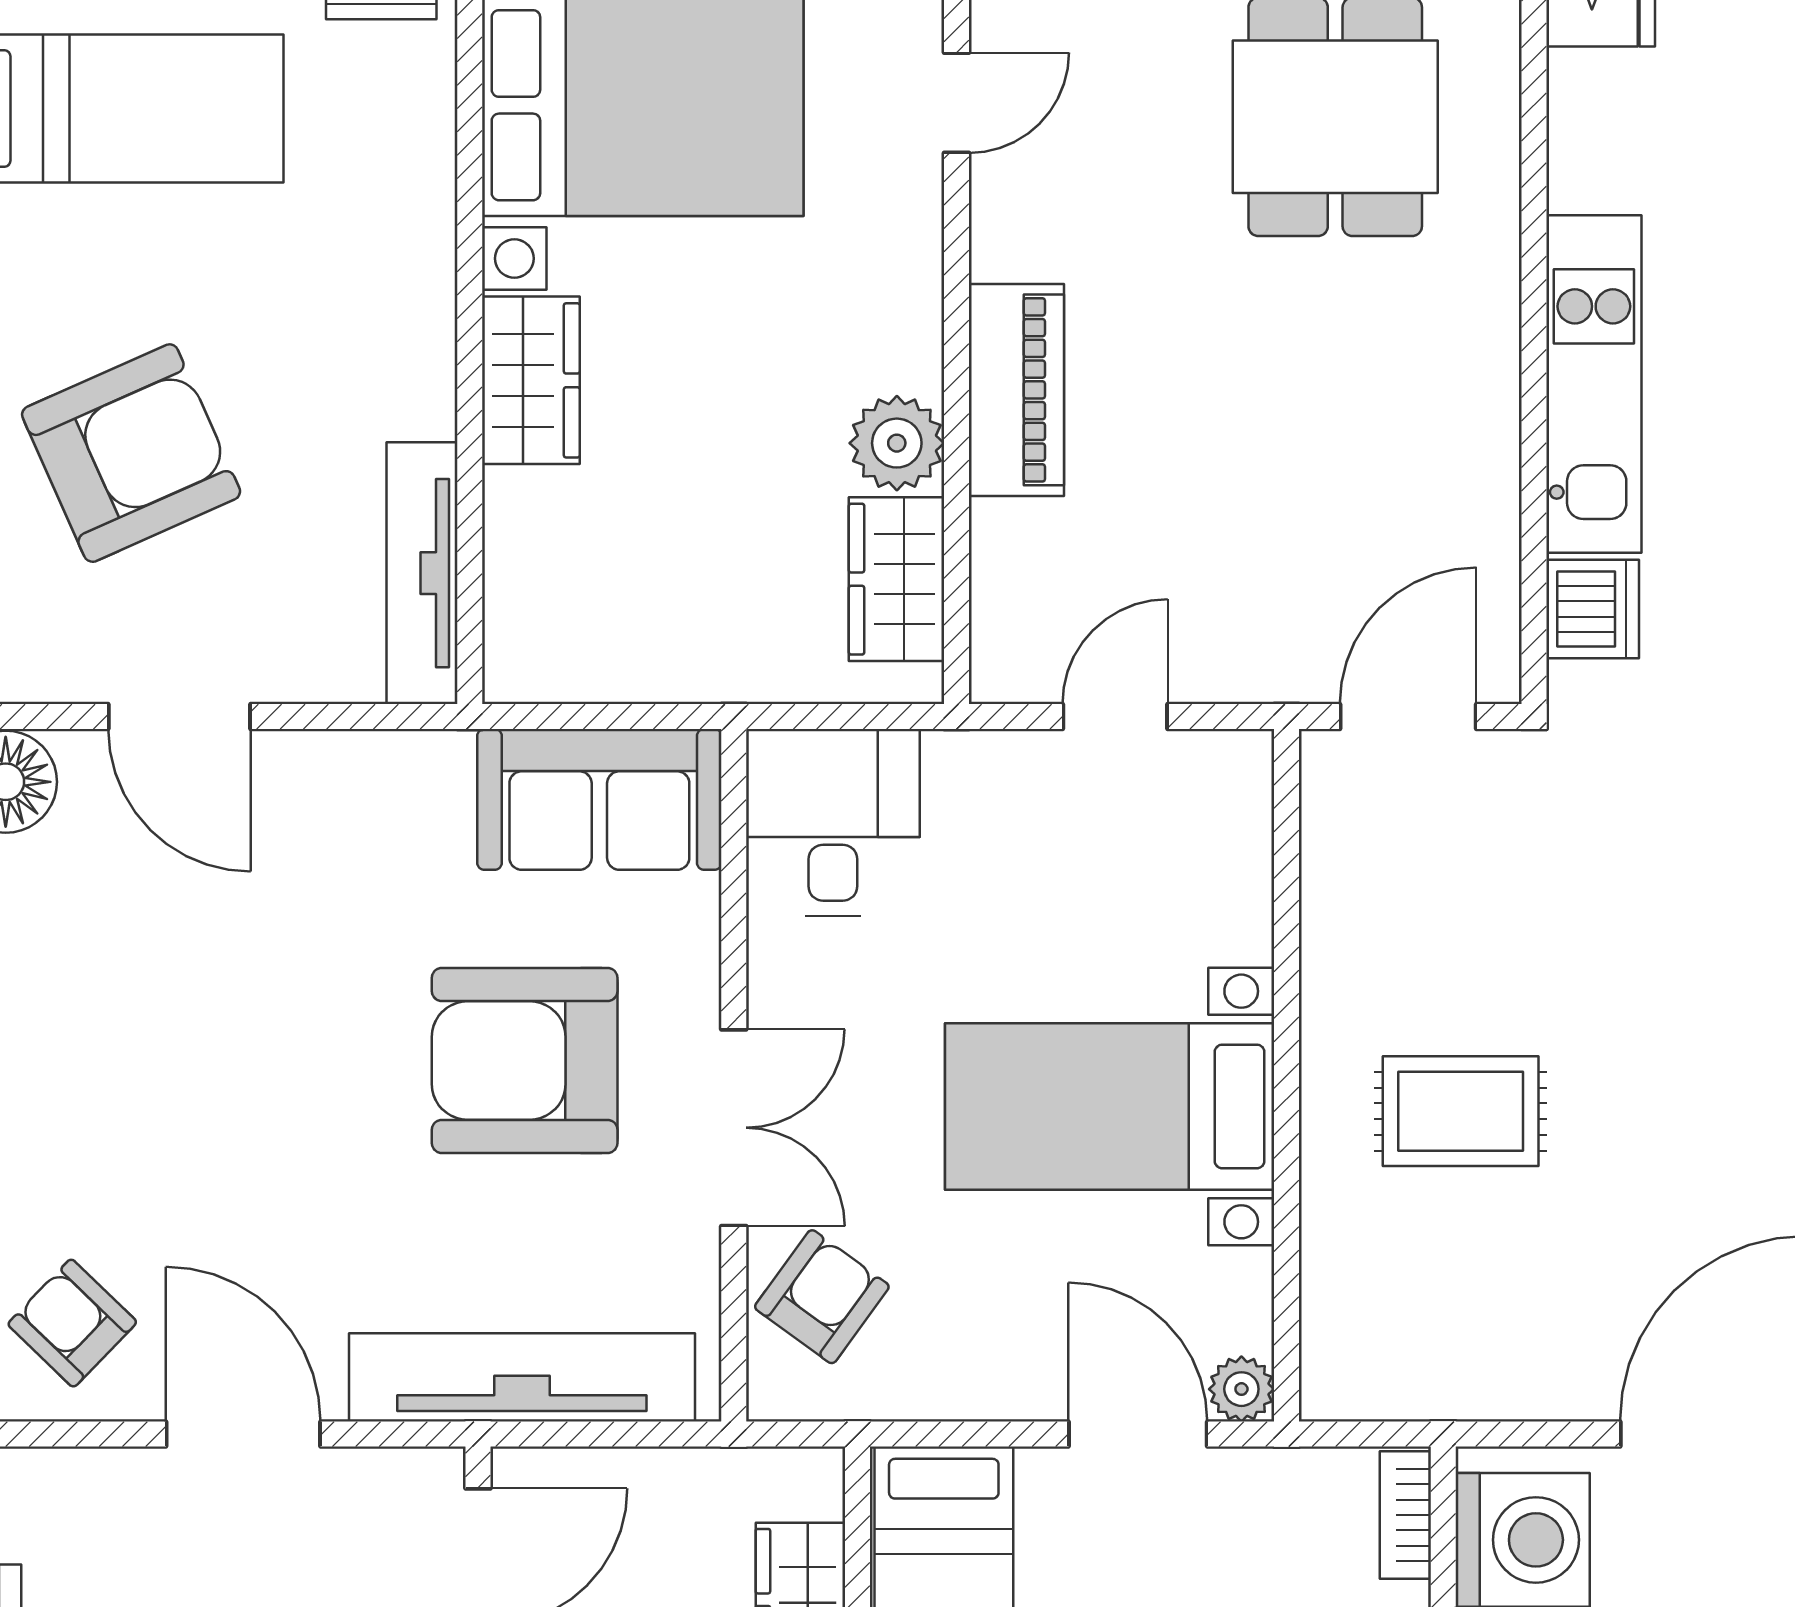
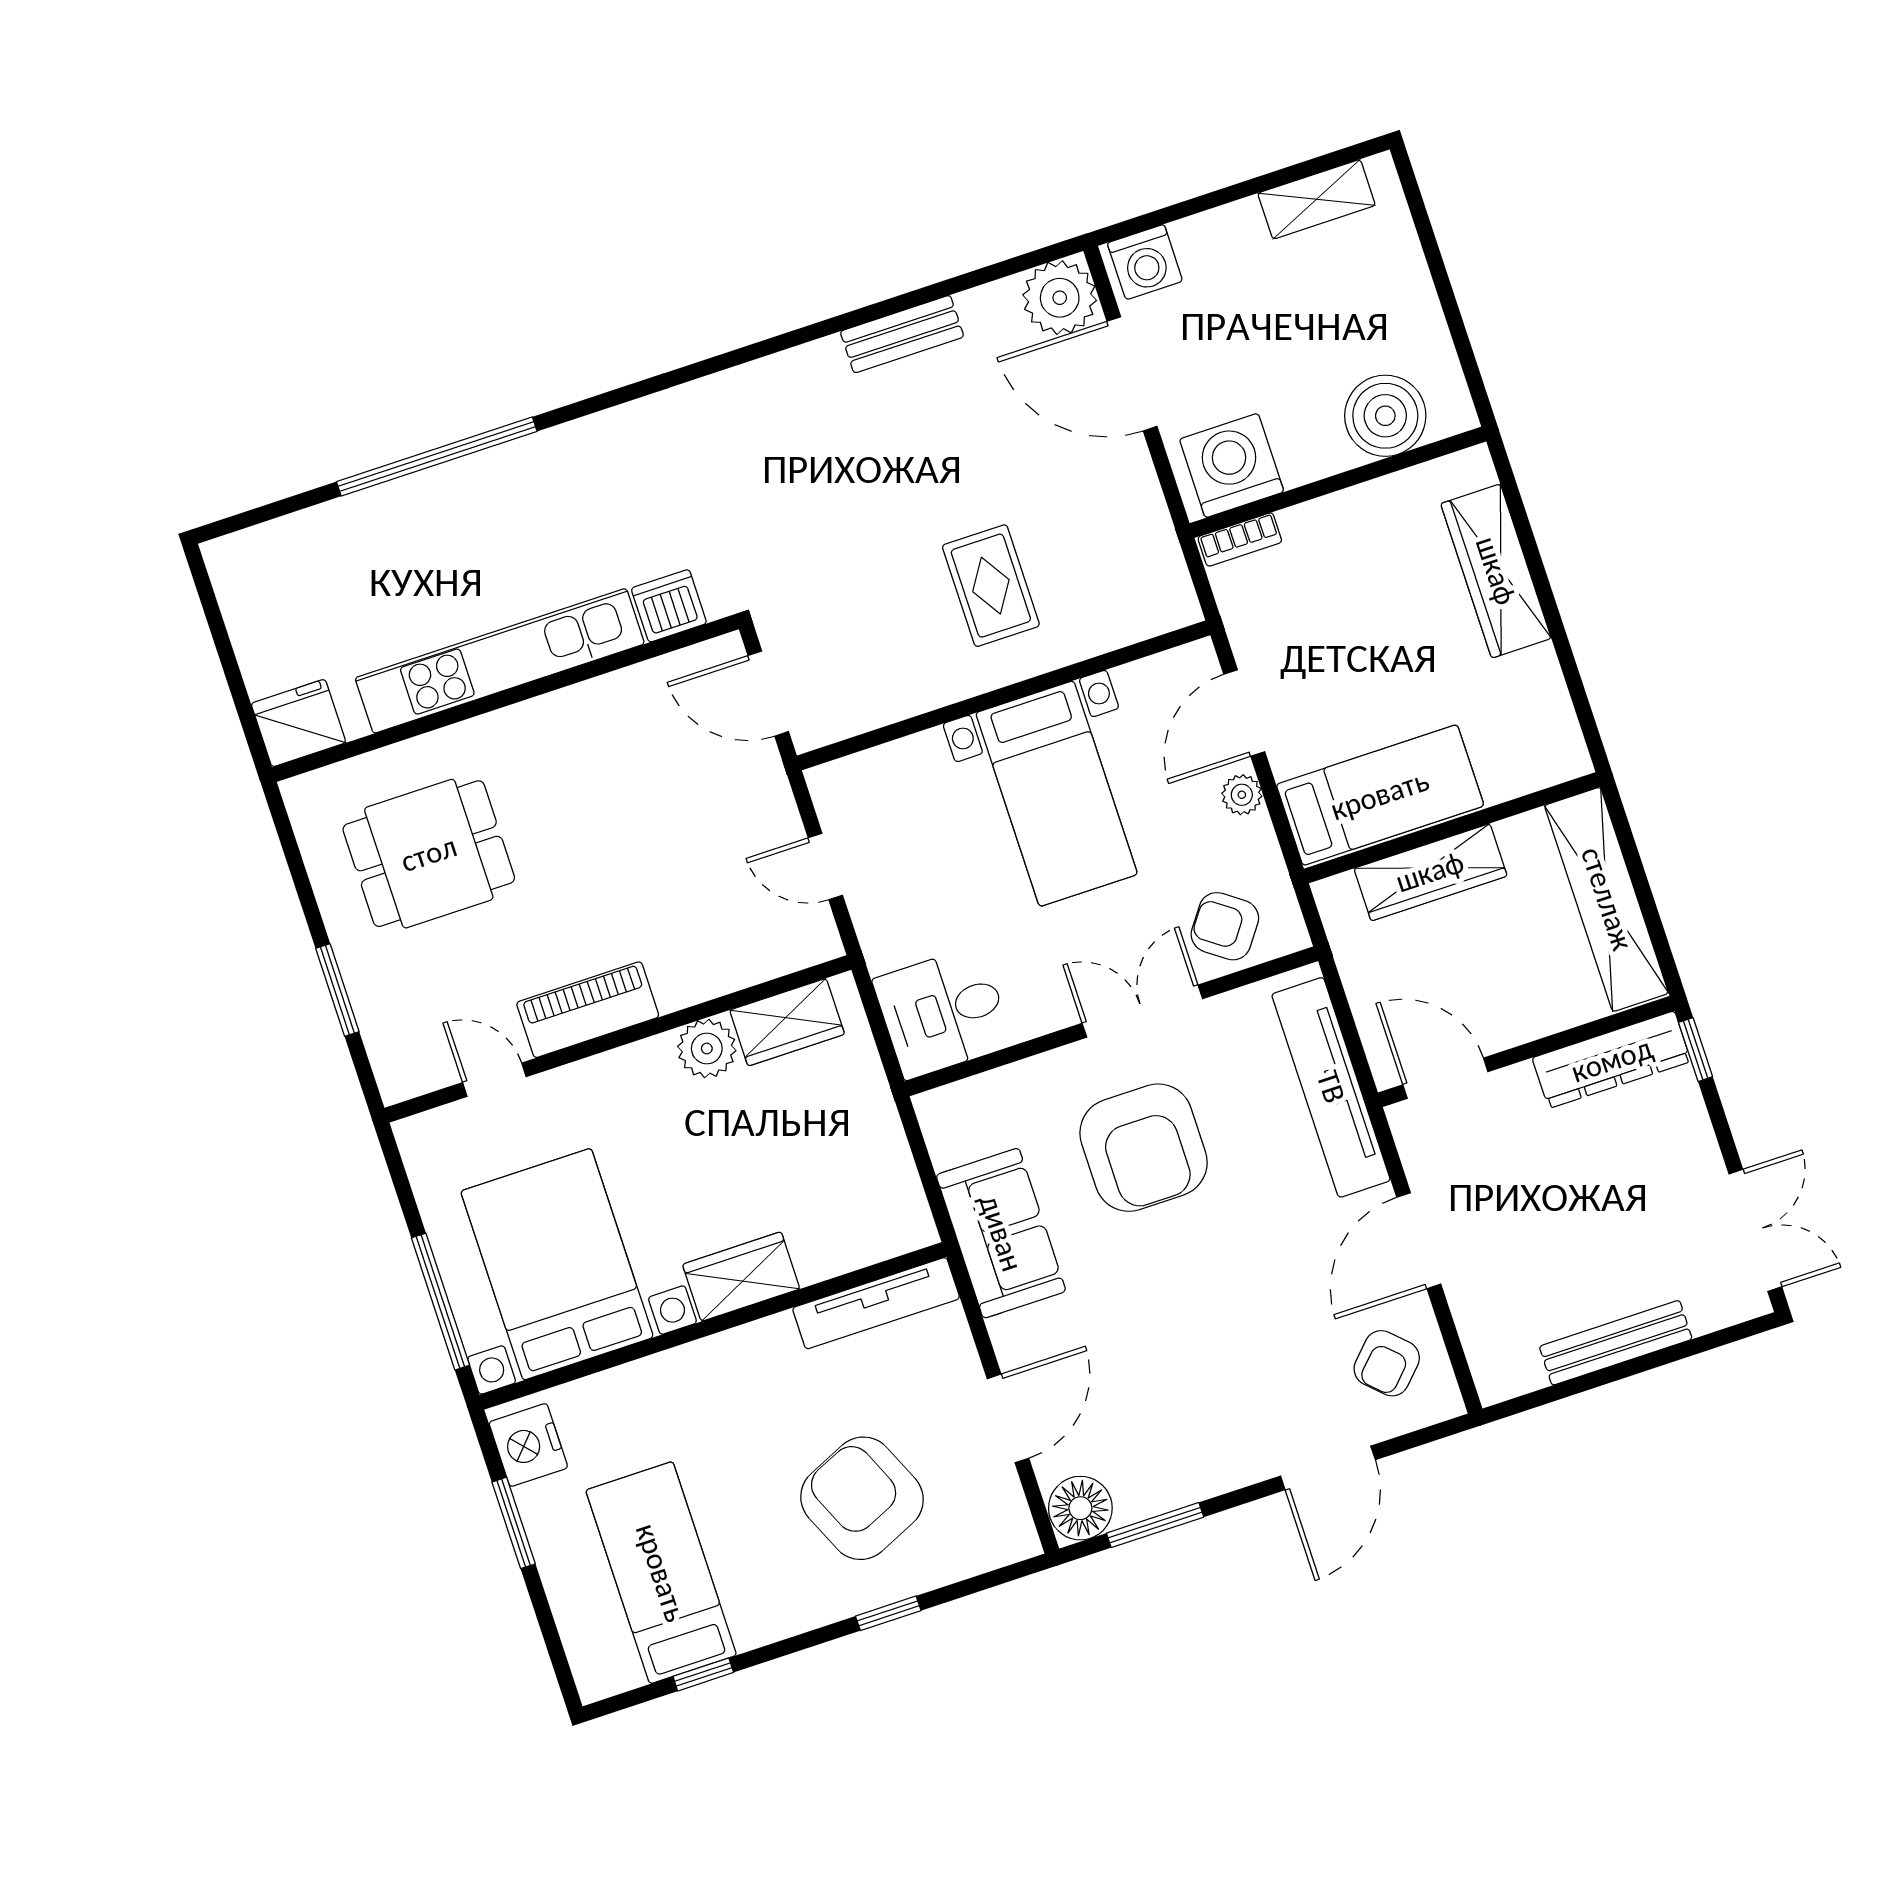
kitchen unit: (1594, 384) -> (500, 661), width x1.36
piano: (1016, 390) -> (588, 1010), moved
sofa: (599, 799) -> (1001, 1233), moved
plant: (1241, 1389) -> (1242, 795), moved

